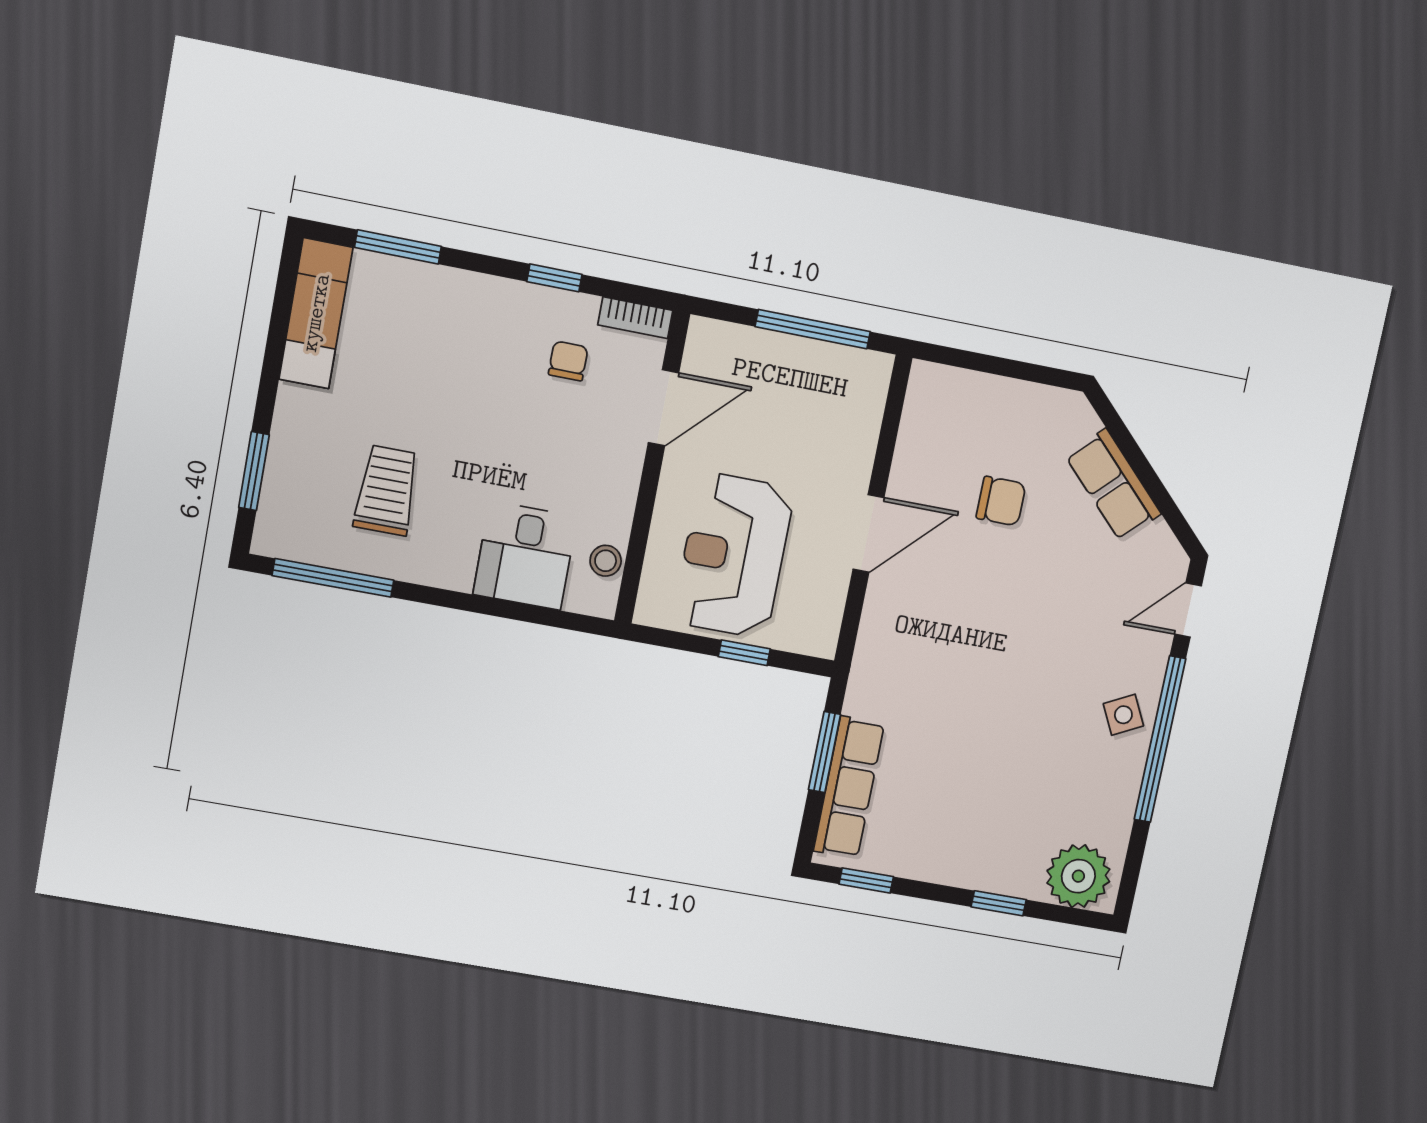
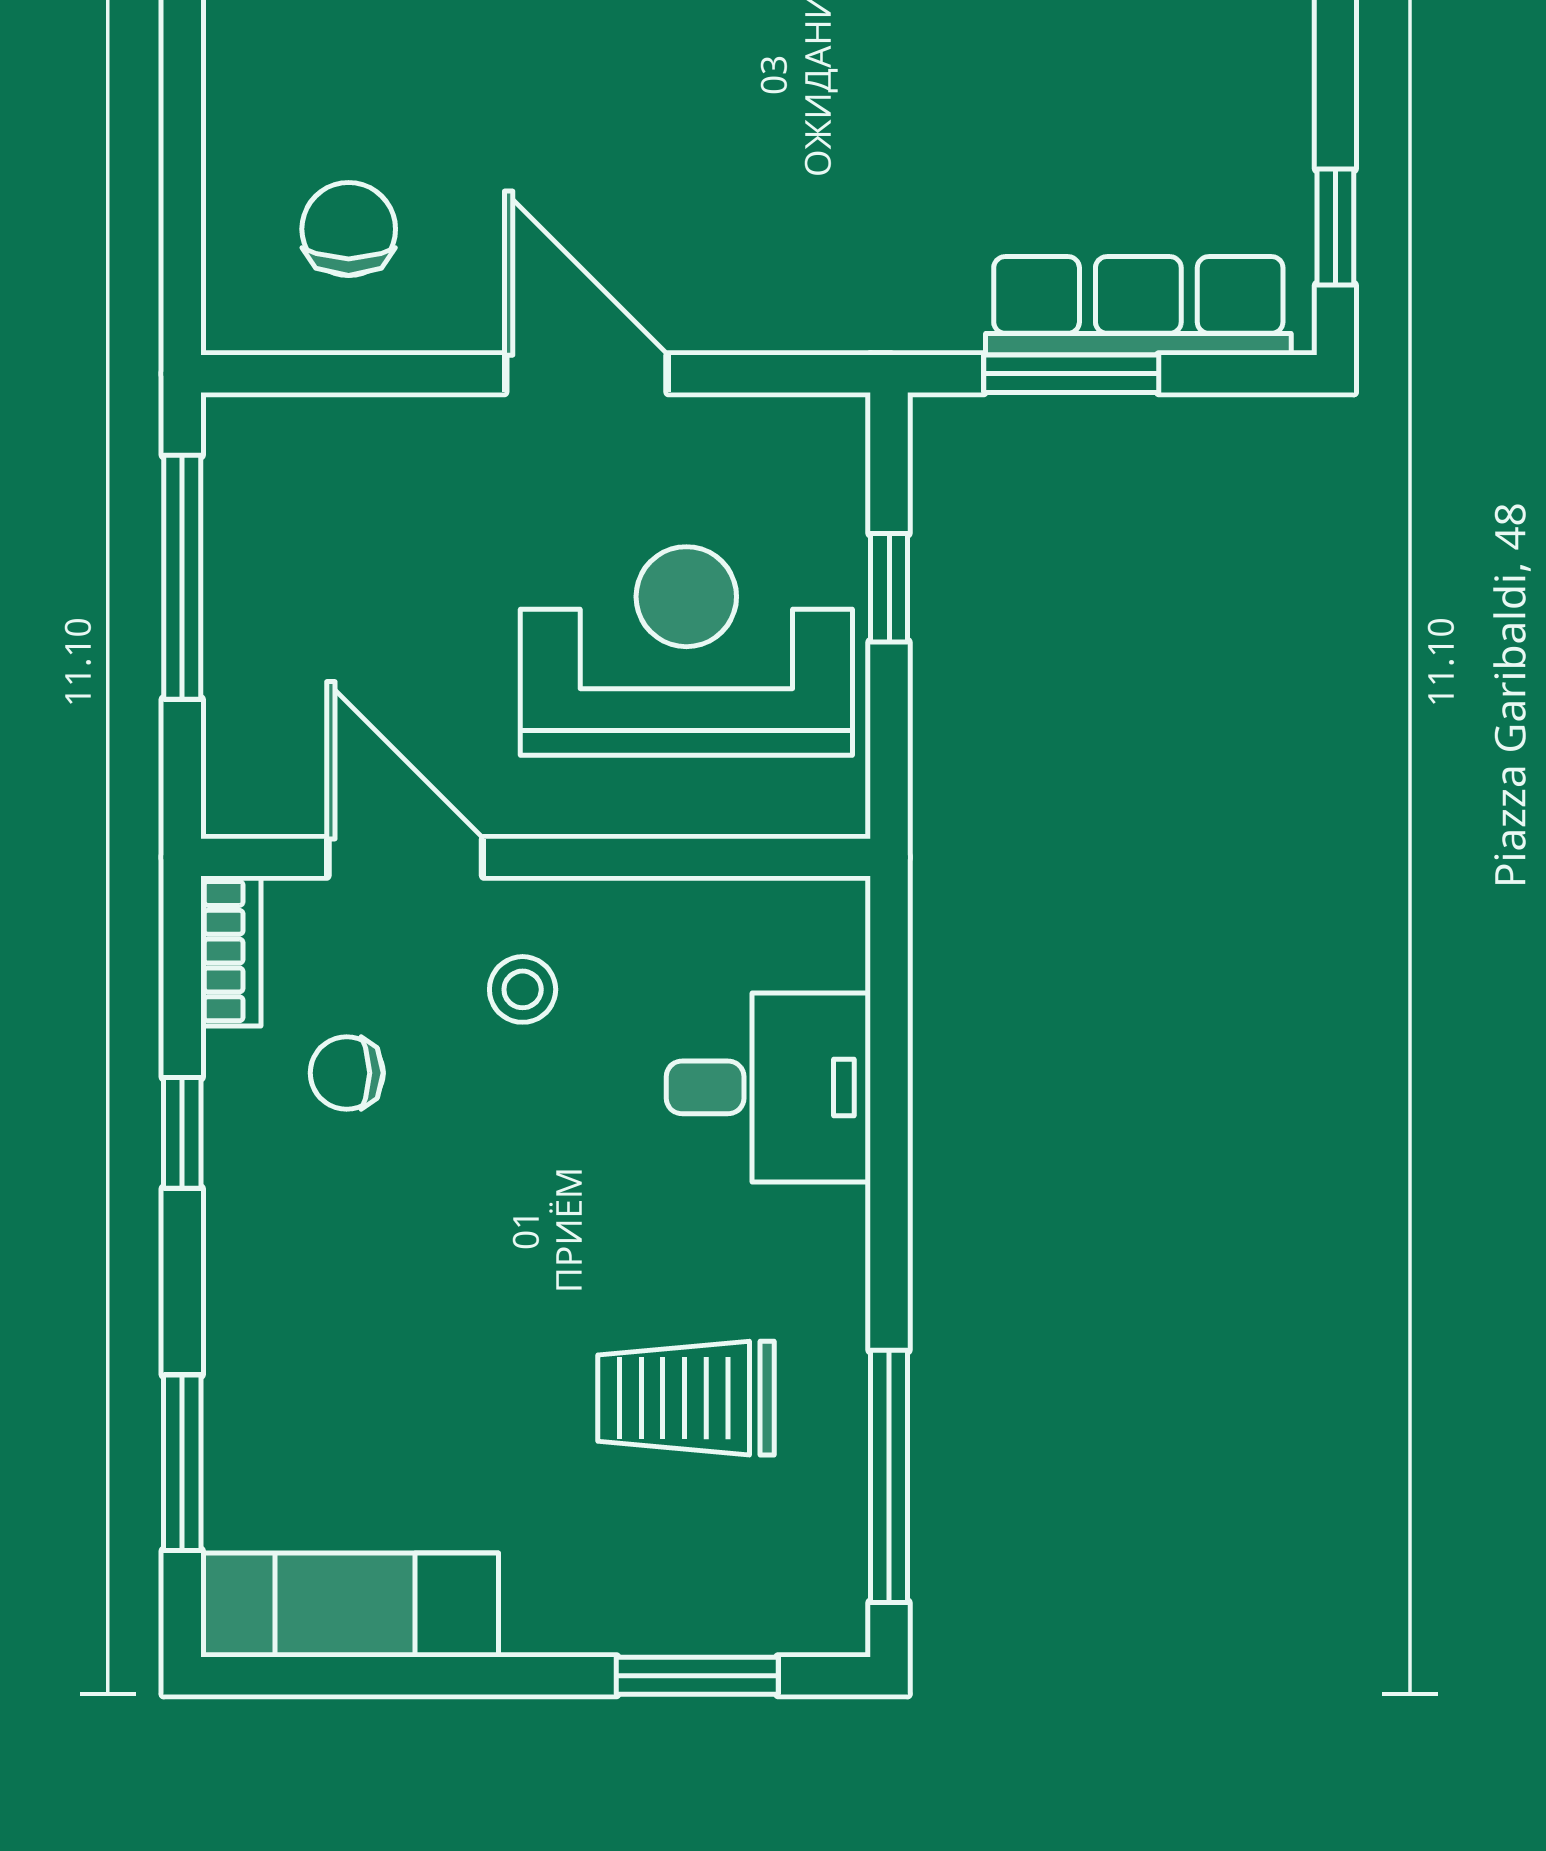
chair: (1001, 501) -> (349, 229), moved
reception desk: (733, 555) -> (686, 651), turned 180
stool: (606, 561) -> (523, 989), moved

